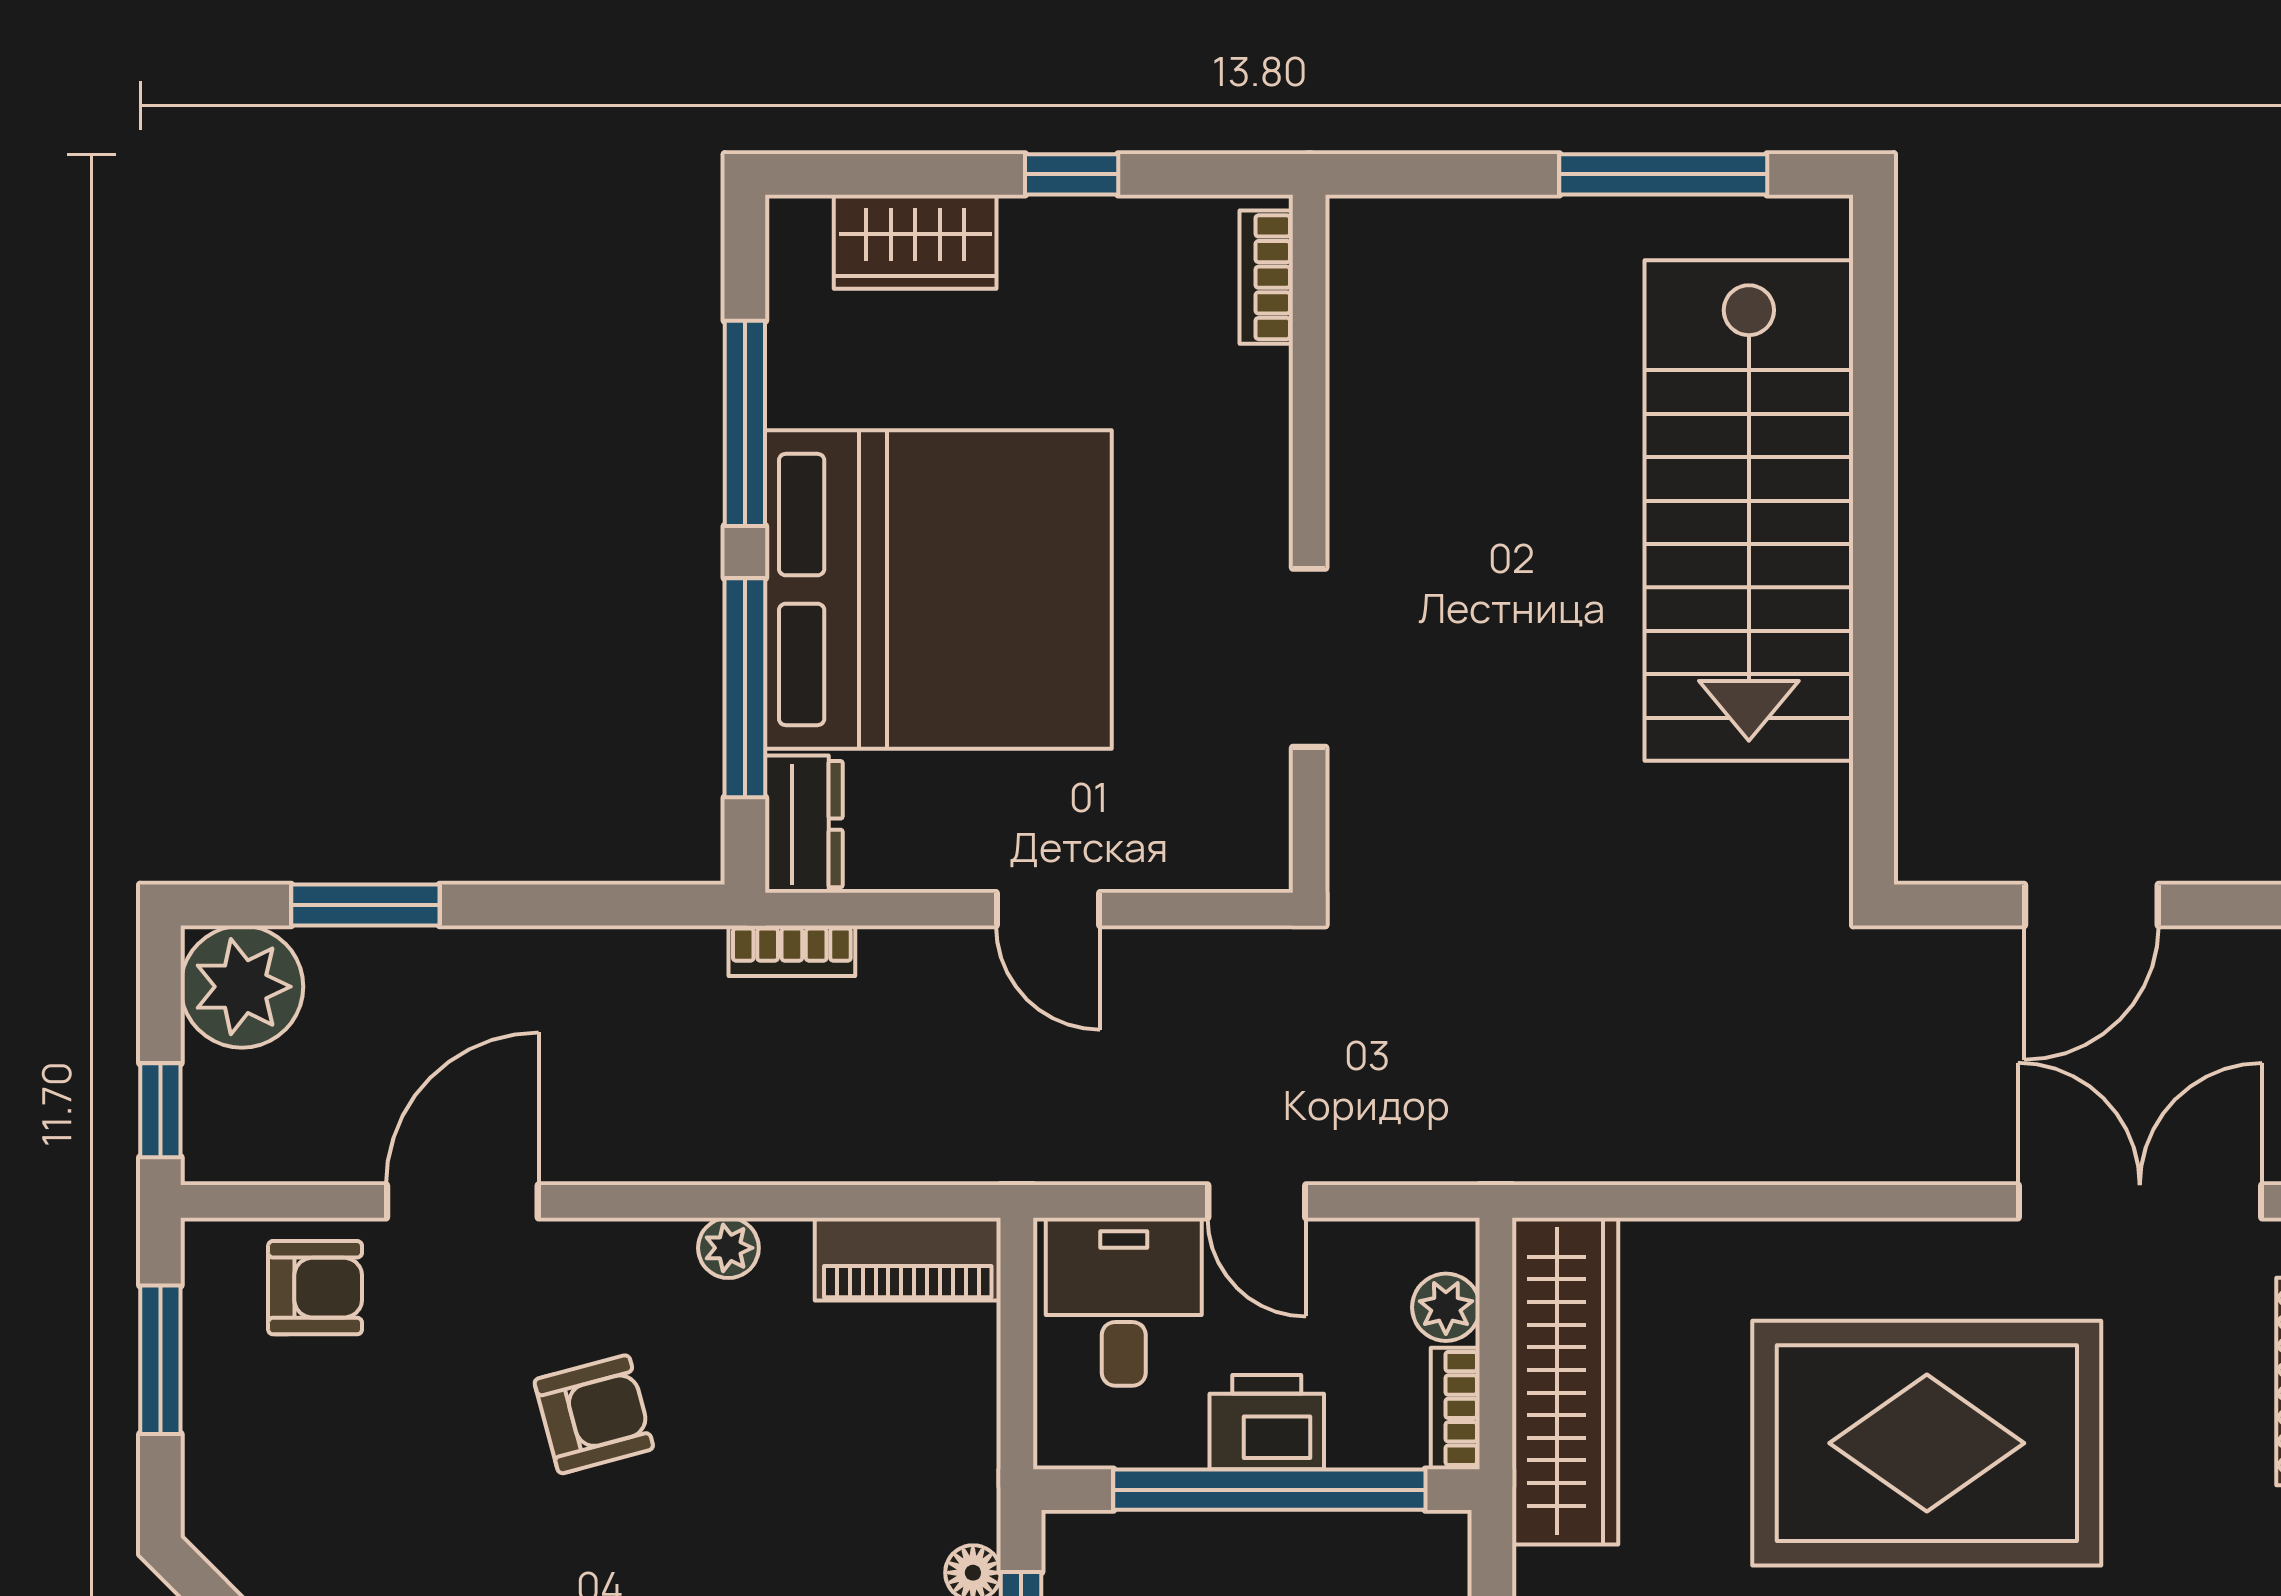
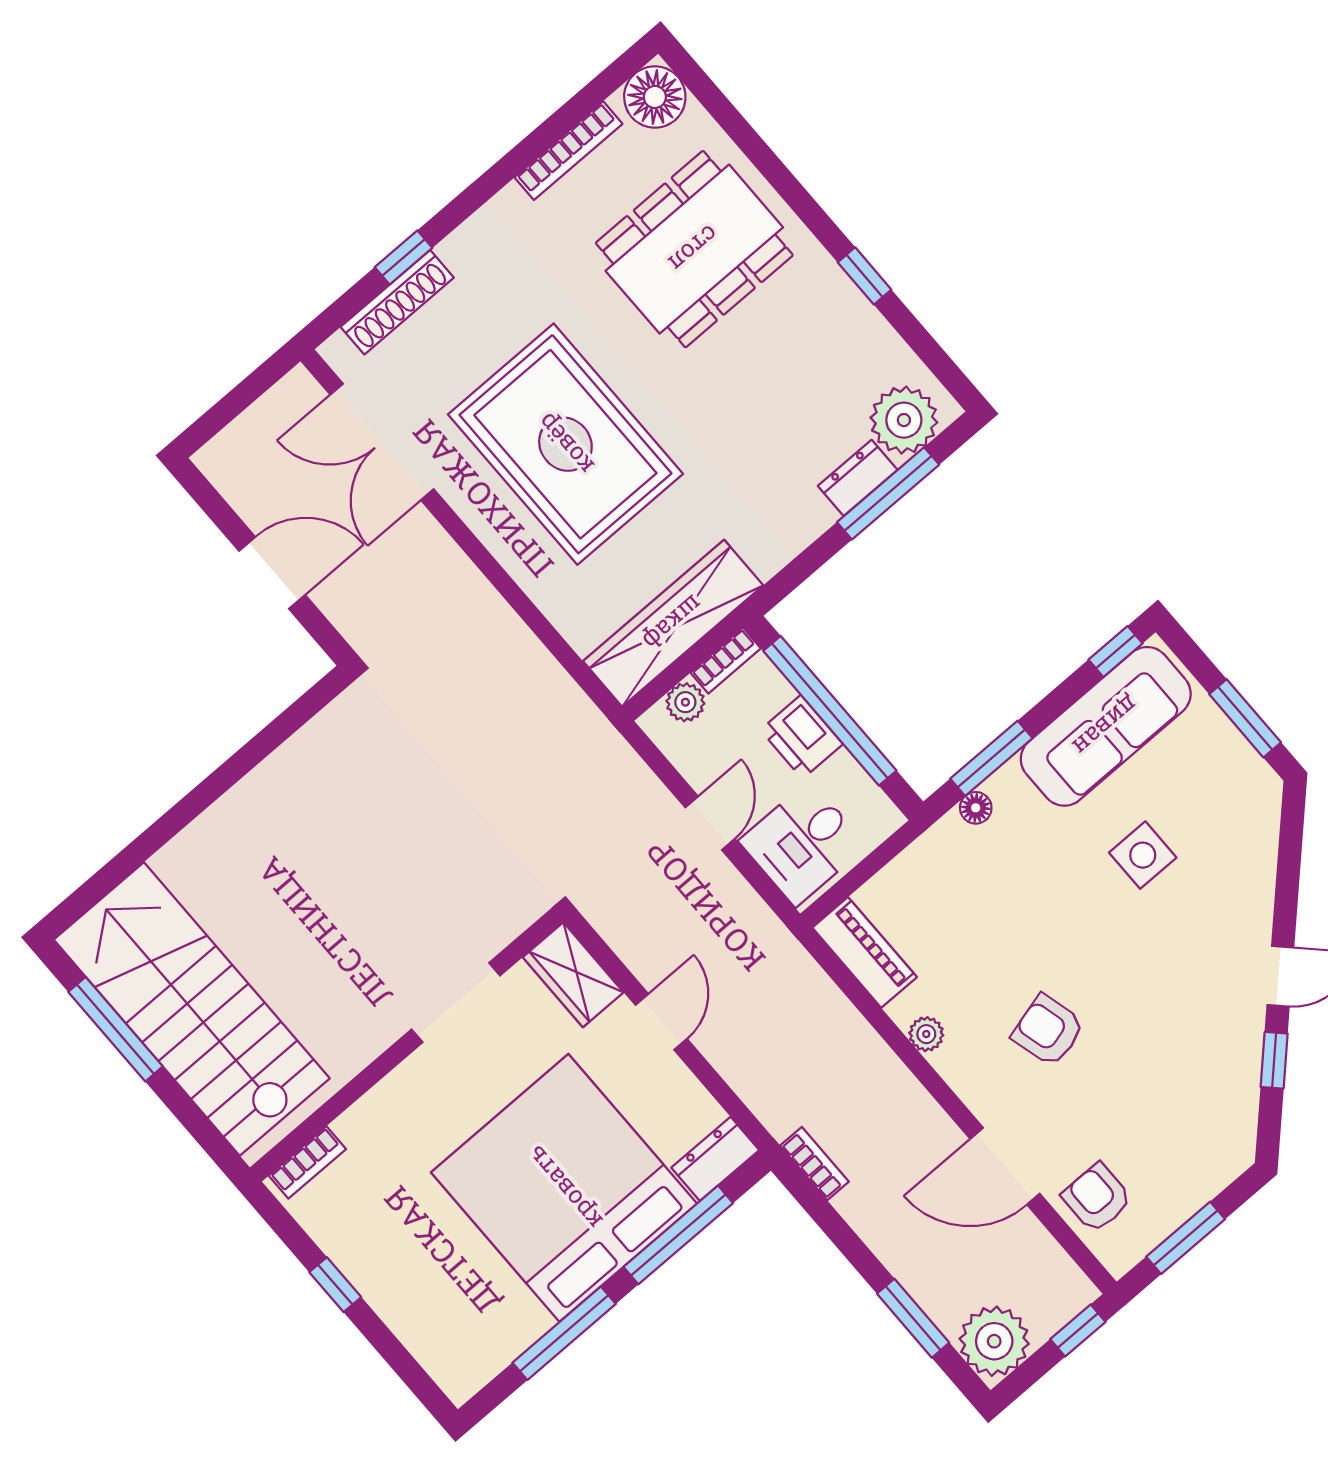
wardrobe: (915, 242) -> (573, 975), moved, turned 180
stairs: (1749, 511) -> (192, 1009), moved, turned -90
bookcase: (792, 951) -> (814, 1164), moved

